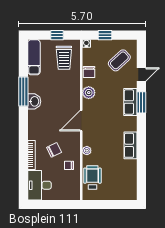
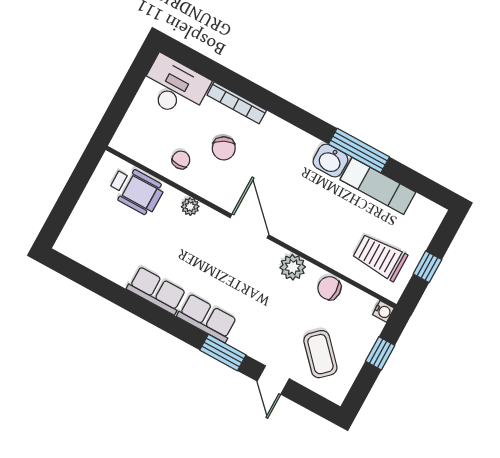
exam couch: (34, 57) -> (378, 186), moved
row of seats: (130, 102) -> (207, 318), moved

